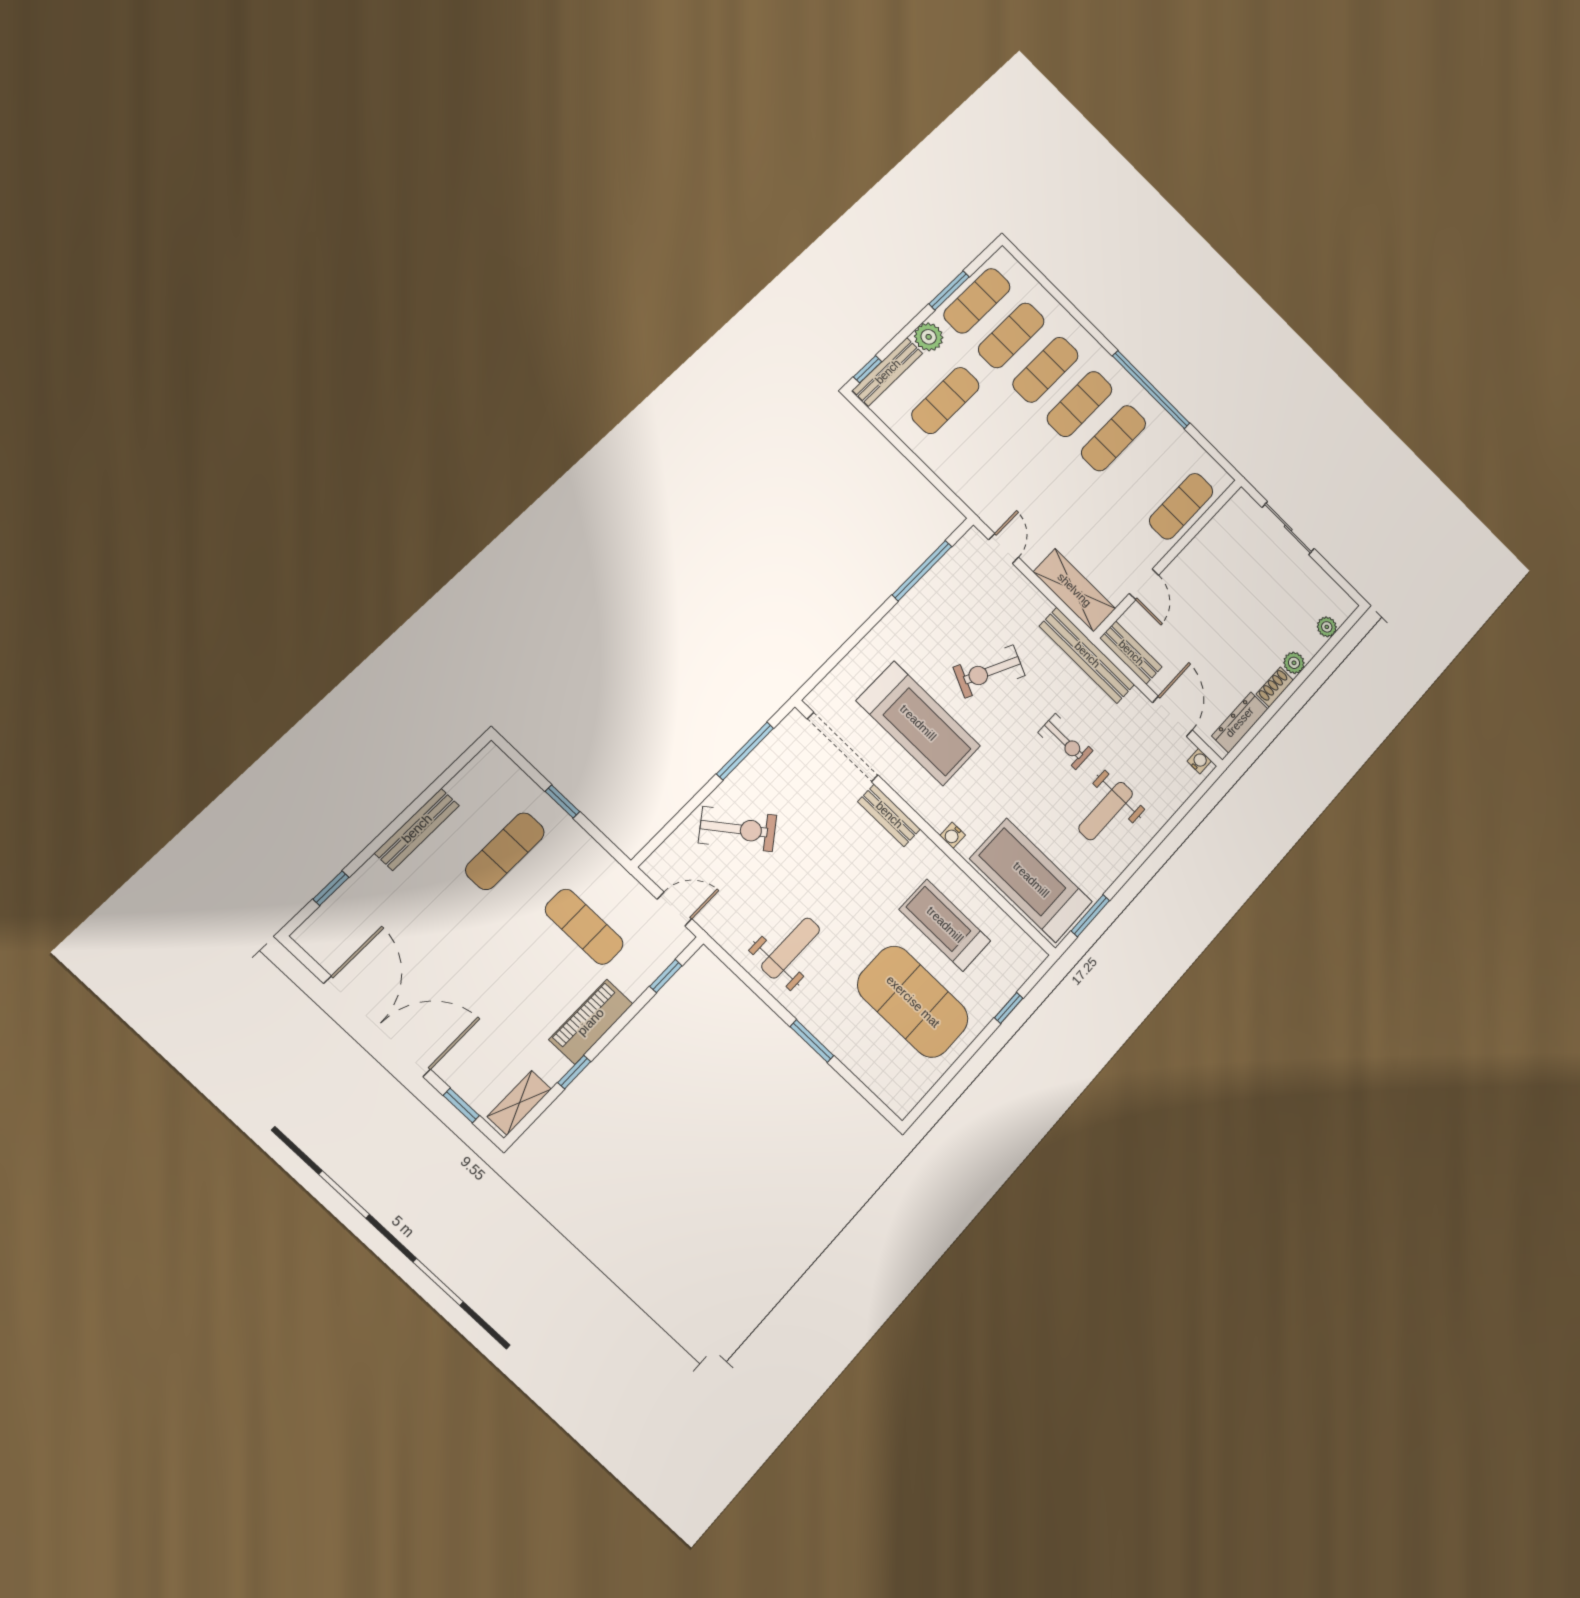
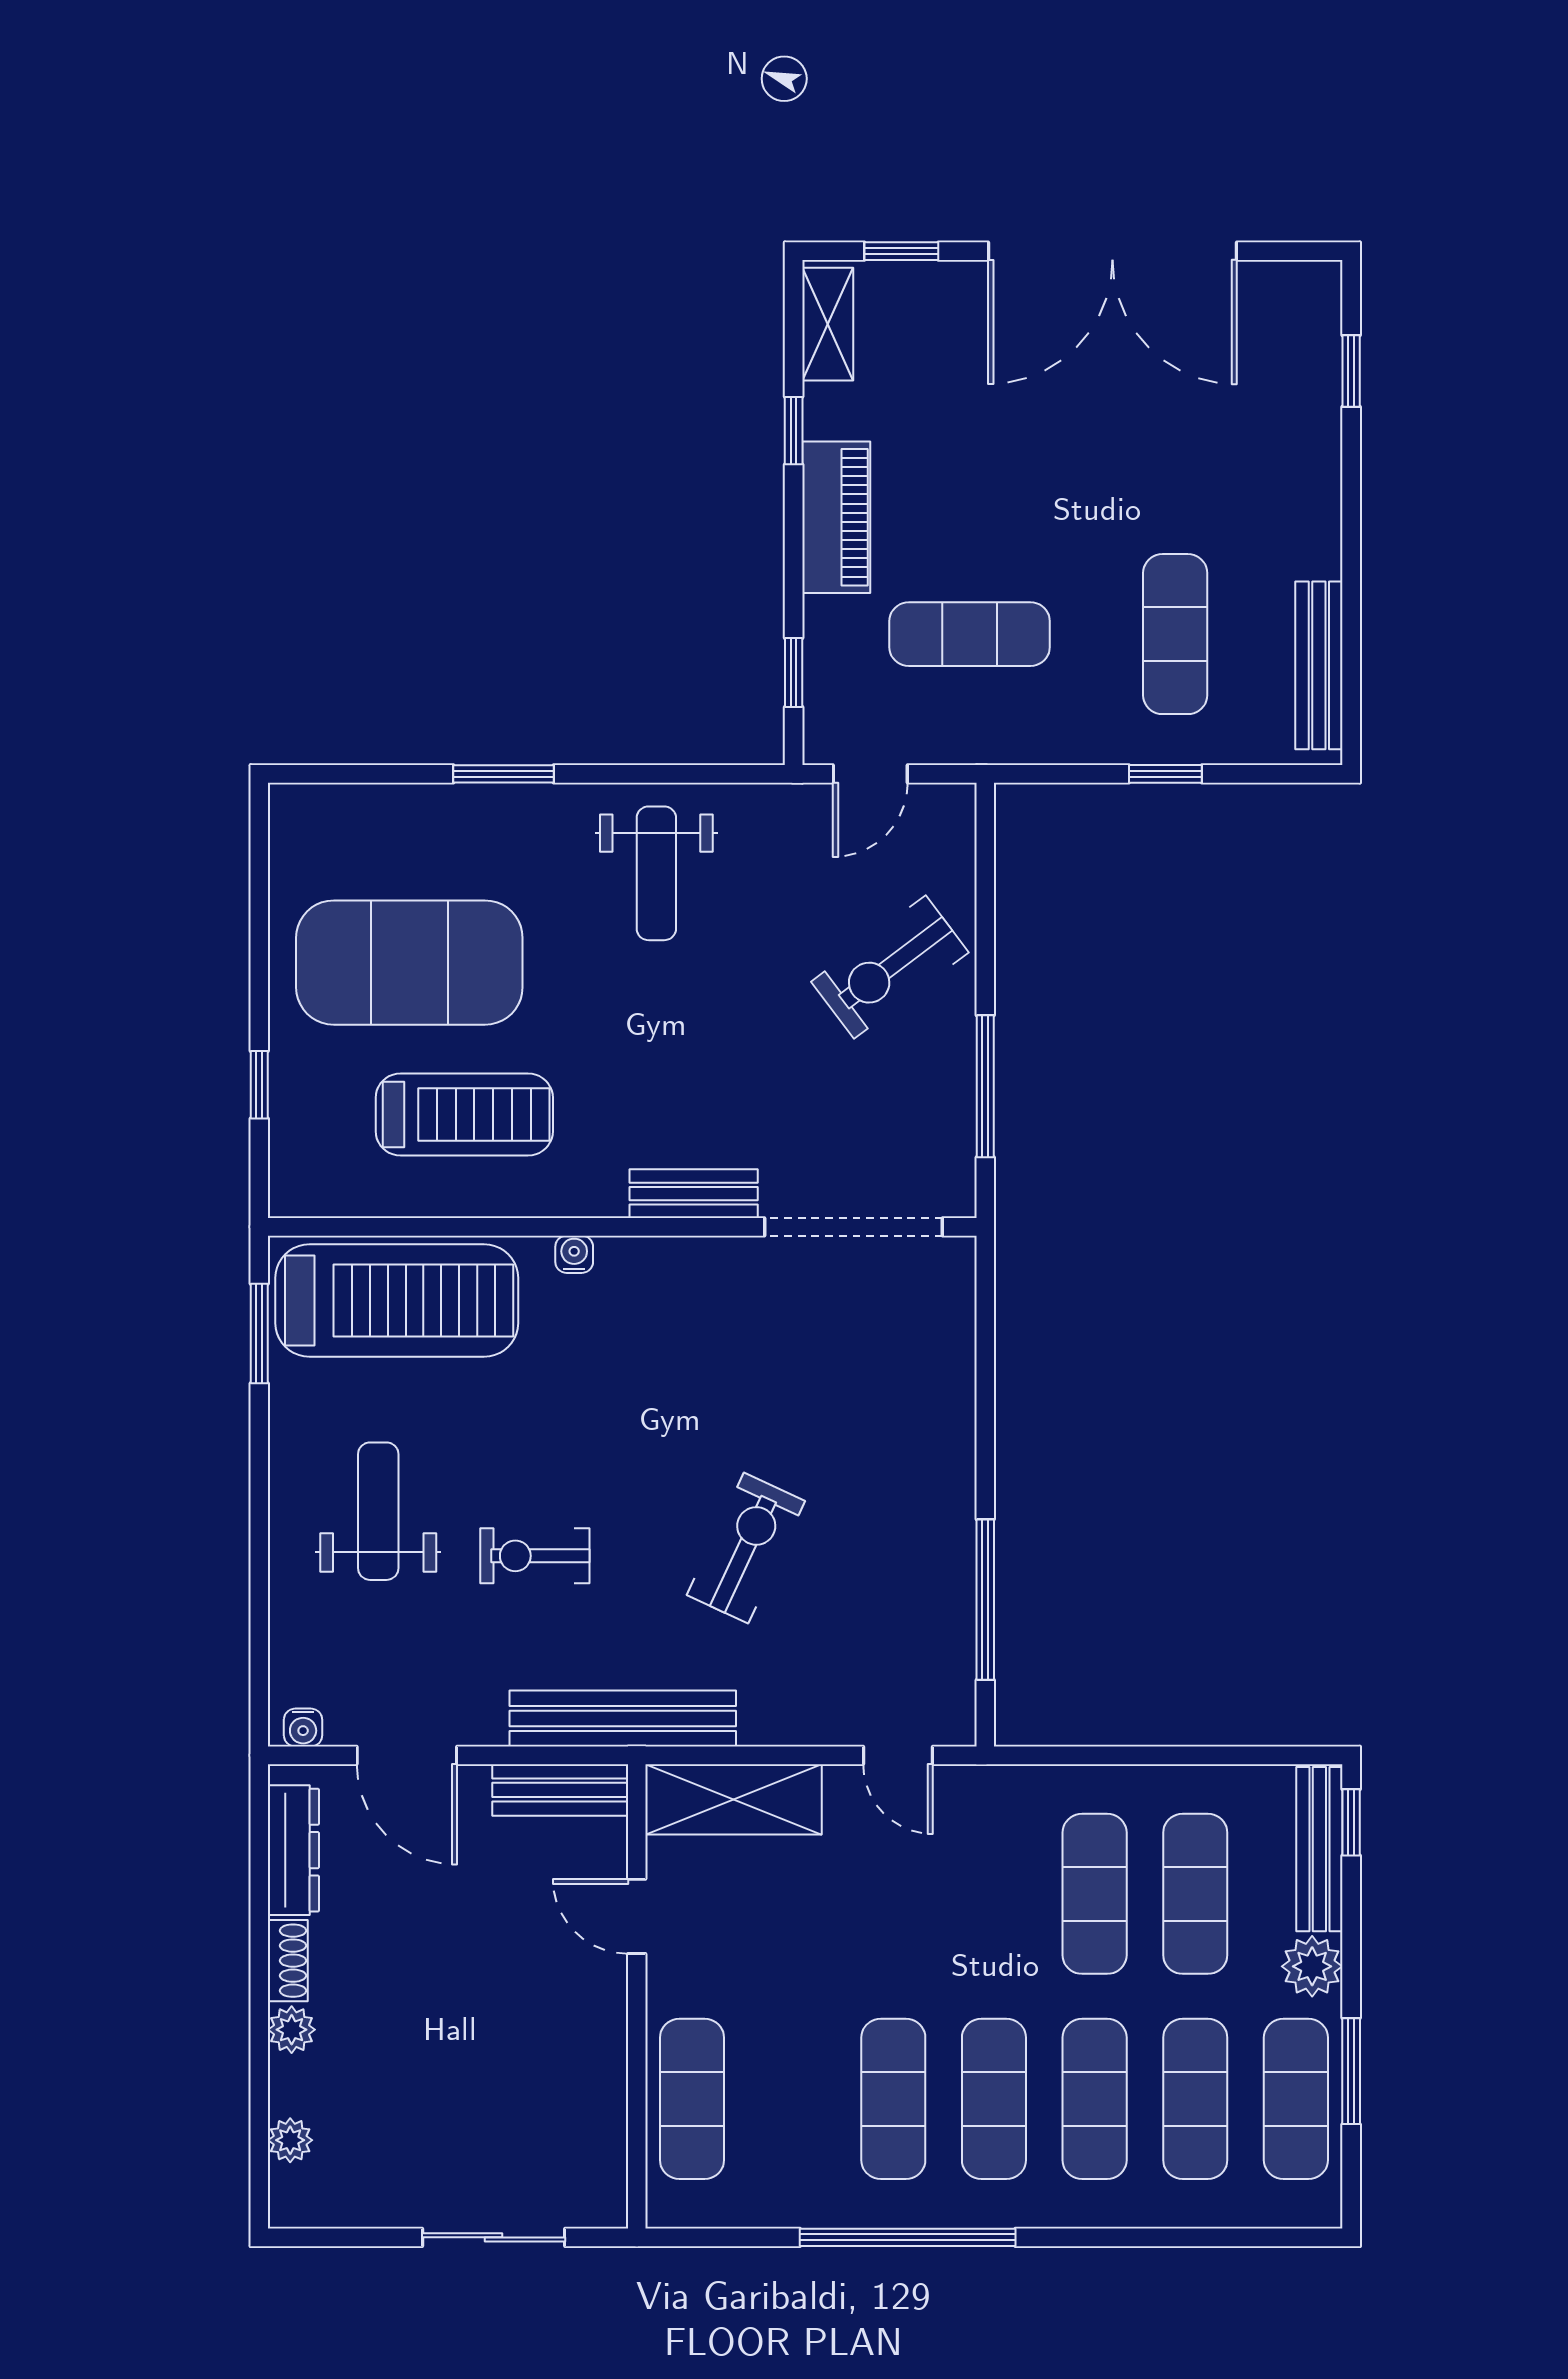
exercise mat: (980, 435) -> (1095, 1894), added
treadmill: (918, 723) -> (777, 1368), removed
bench: (417, 829) -> (1319, 665), moved

